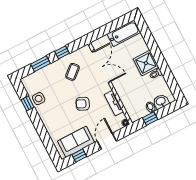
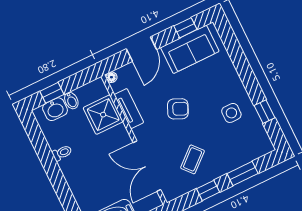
shower: (146, 63) -> (103, 115), moved
side table: (39, 99) -> (231, 113), moved
window: (150, 119) -> (52, 93), moved

